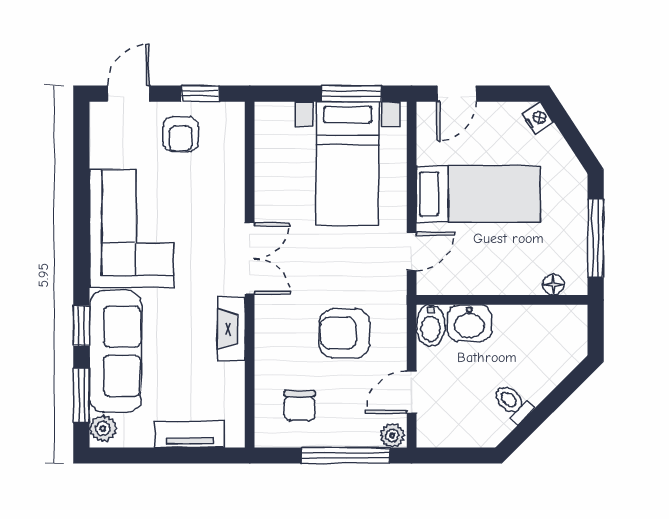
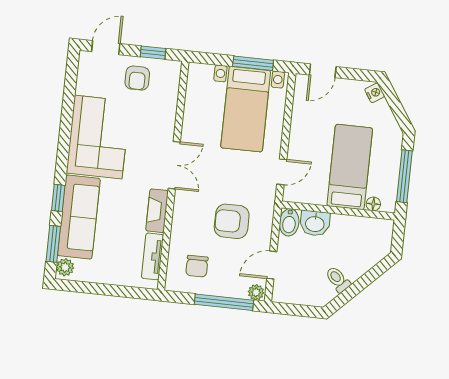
bed: (478, 194) -> (350, 167), moved, turned -90
tv unit: (189, 434) -> (152, 256), moved, turned -90

